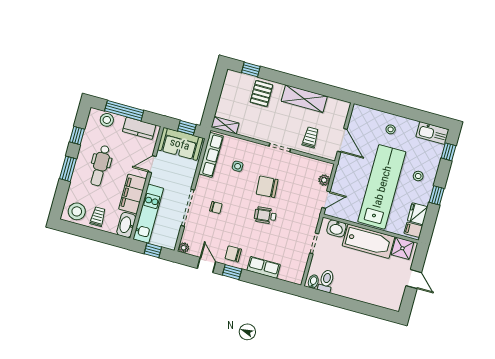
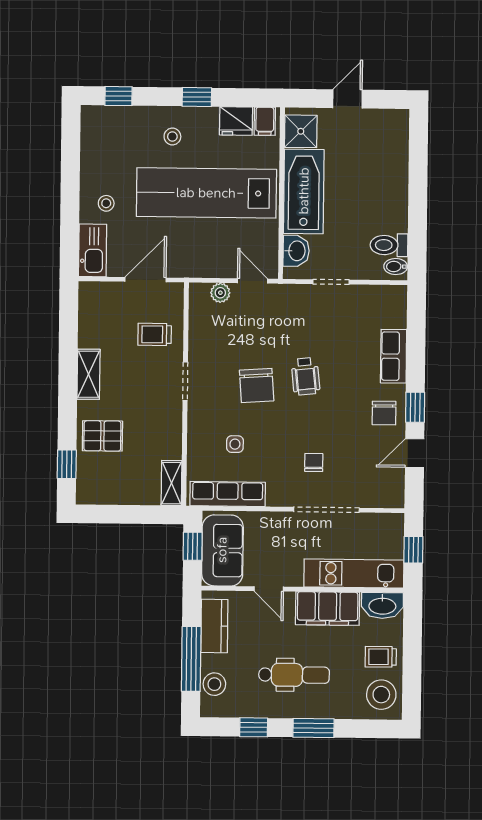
shelving: (304, 99) -> (88, 374), width x0.67, depth x0.75
kitchen sink: (432, 133) -> (93, 250), moved
plant: (184, 248) -> (395, 499), removed

